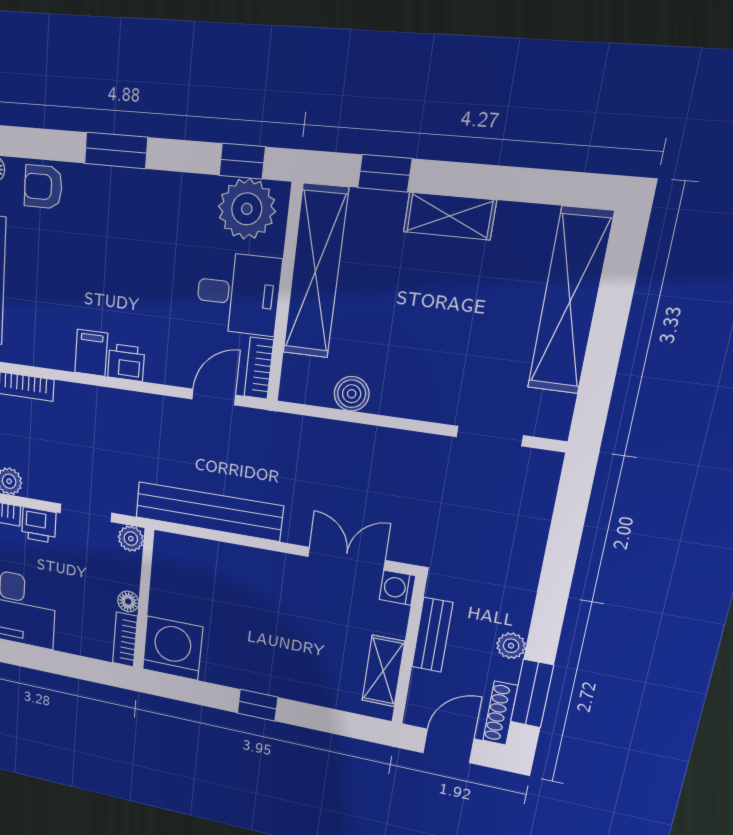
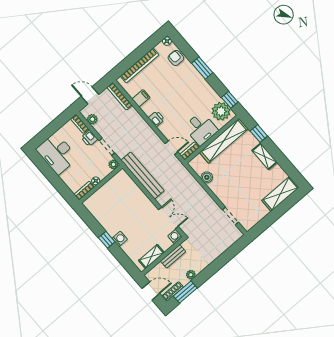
shelving: (570, 301) -> (280, 194), width x0.68
filing cabinet: (91, 353) -> (141, 98), moved
washing machine: (172, 648) -> (120, 239), moved, width x0.53, depth x0.53

